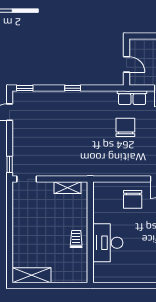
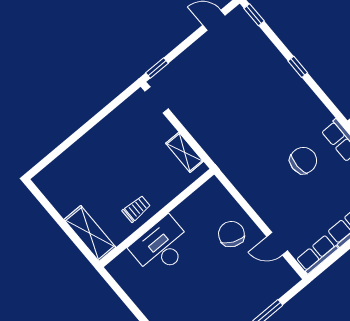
chair: (133, 199) -> (231, 234), turned 115
shelving: (32, 275) -> (90, 233), moved

